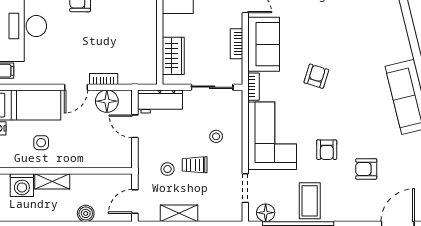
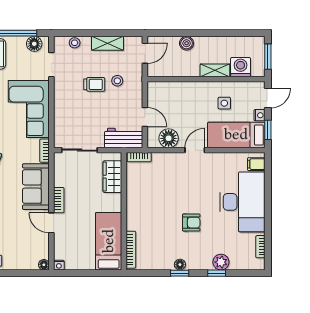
bookcase: (237, 44) -> (59, 200), moved
bookcase: (104, 79) -> (139, 157), moved
stool: (216, 136) -> (75, 43), moved

